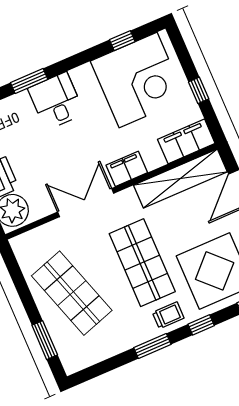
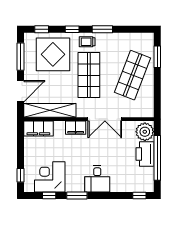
corner desk: (138, 80) -> (50, 177), width x0.74, depth x0.74
window: (29, 81) -> (77, 195), moved
window: (199, 90) -> (20, 175), moved
shop shelf: (72, 293) -> (132, 75), turned 39

